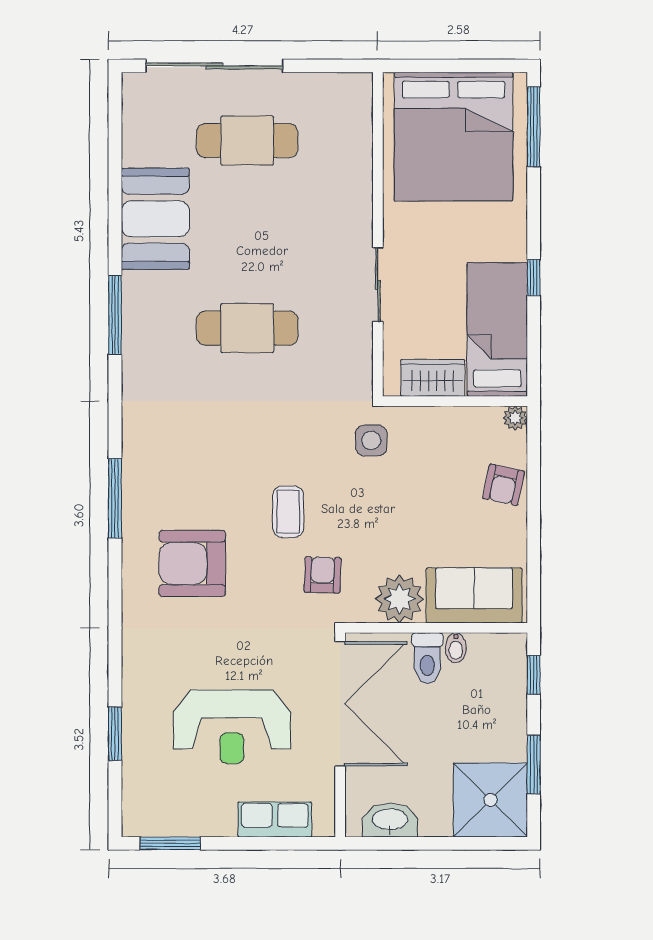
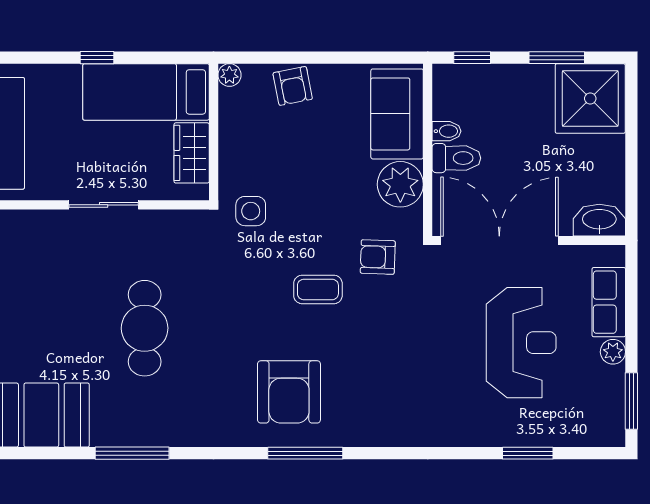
armchair: (504, 485) -> (293, 86), turned 67
armchair: (192, 563) -> (289, 392), moved
washbasin: (390, 820) -> (599, 220), moved, turned 90
plant: (222, 824) -> (613, 352), added

